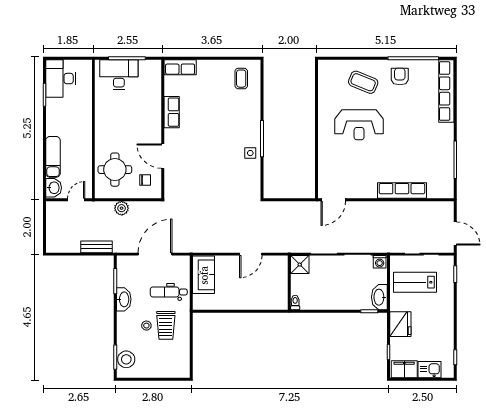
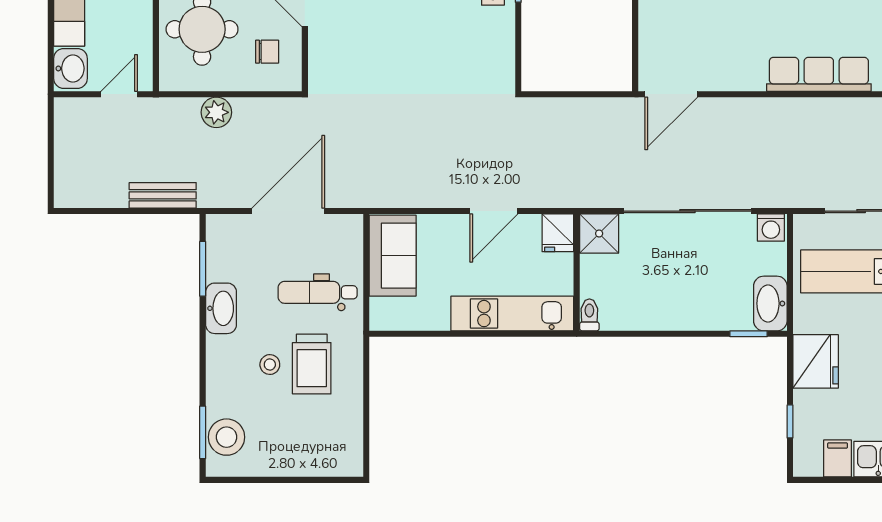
fridge: (281, 264) -> (558, 233), added
kitchen unit: (259, 302) -> (512, 314), added
filing cabinet: (404, 369) -> (838, 458), width x0.50

